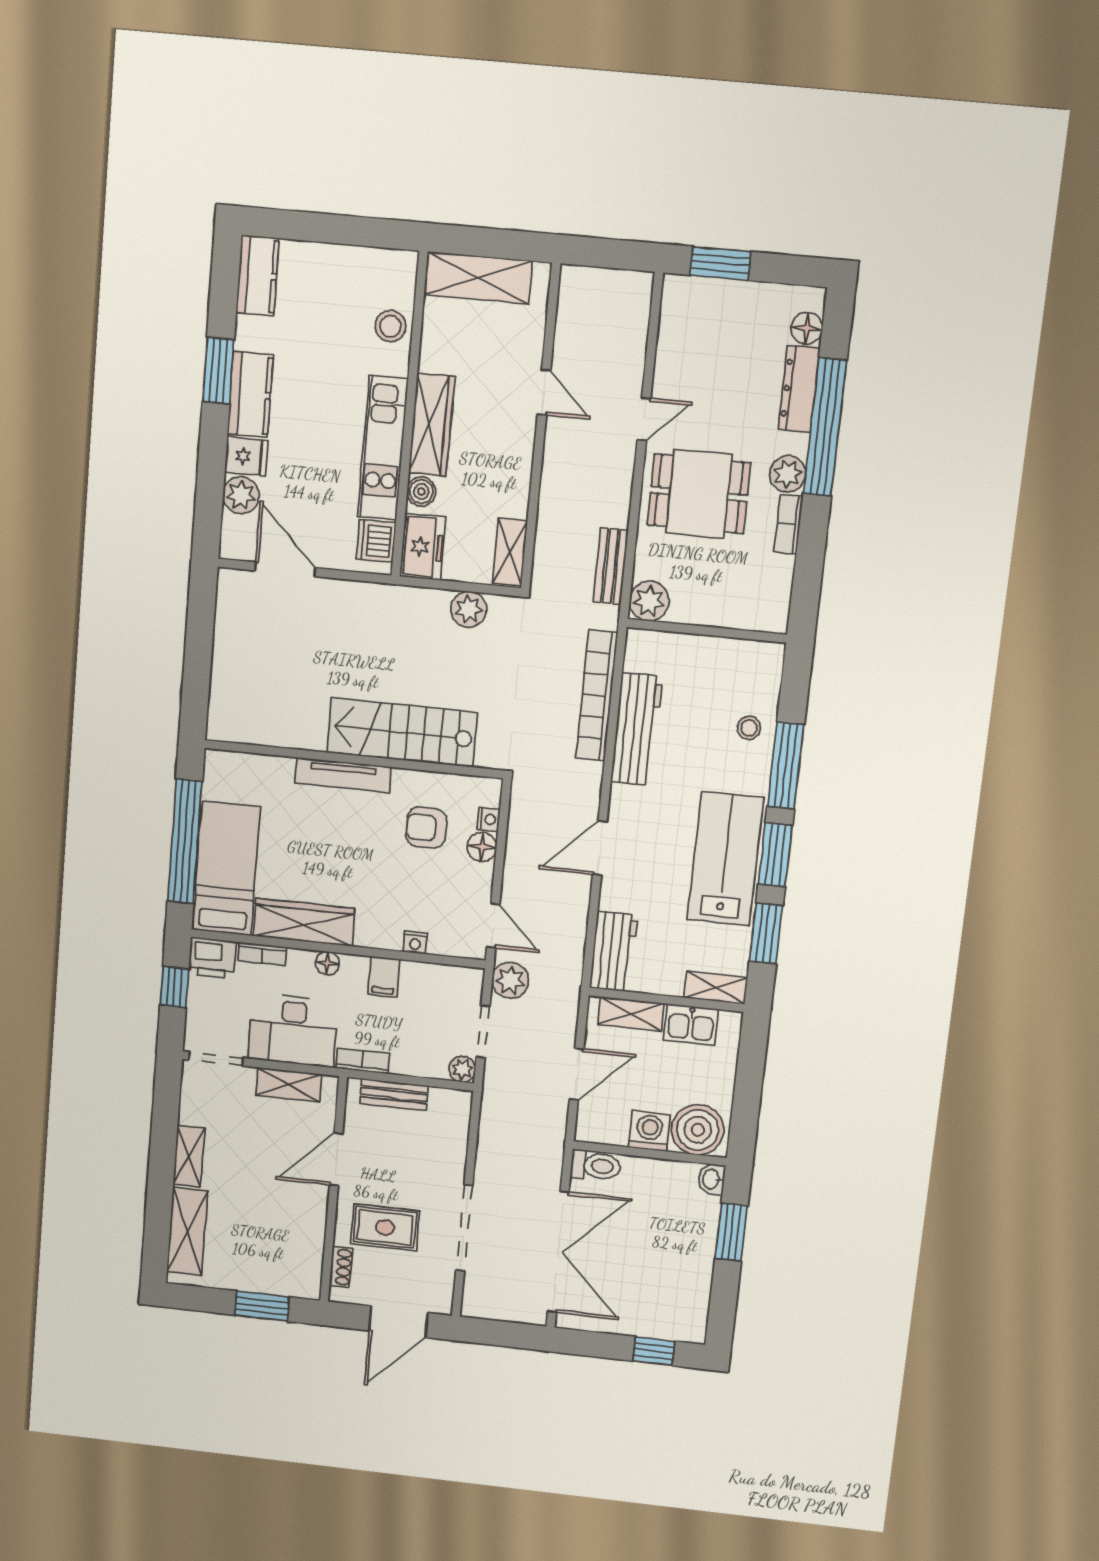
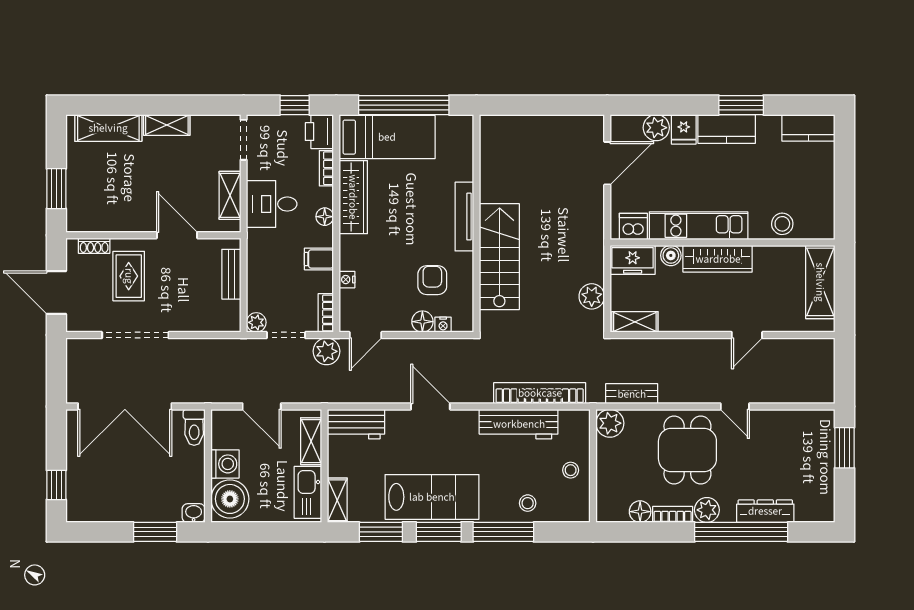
floor lamp: (807, 328) -> (640, 512), moved
stool: (709, 663) -> (571, 470), added
kitchen sink: (691, 1025) -> (308, 492), width x1.38
desk: (293, 1030) -> (272, 204), width x0.73
bookcase: (362, 1061) -> (326, 313), moved, turned 180

